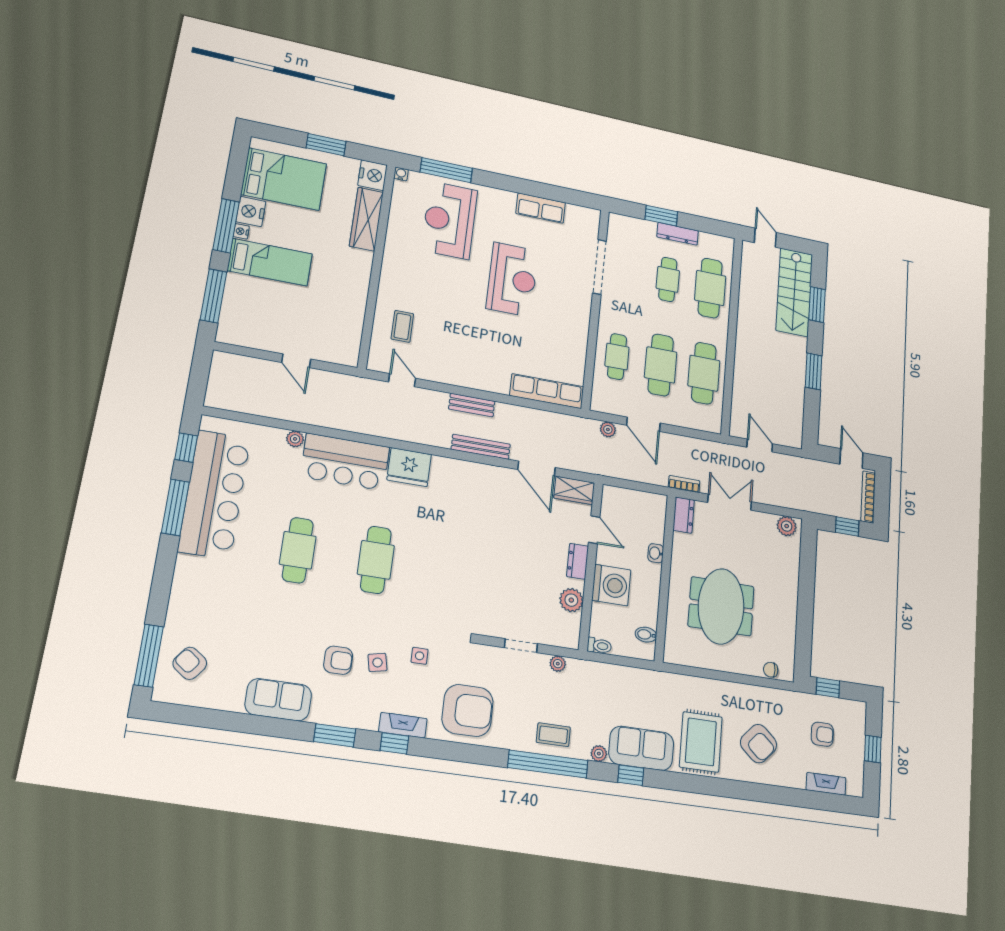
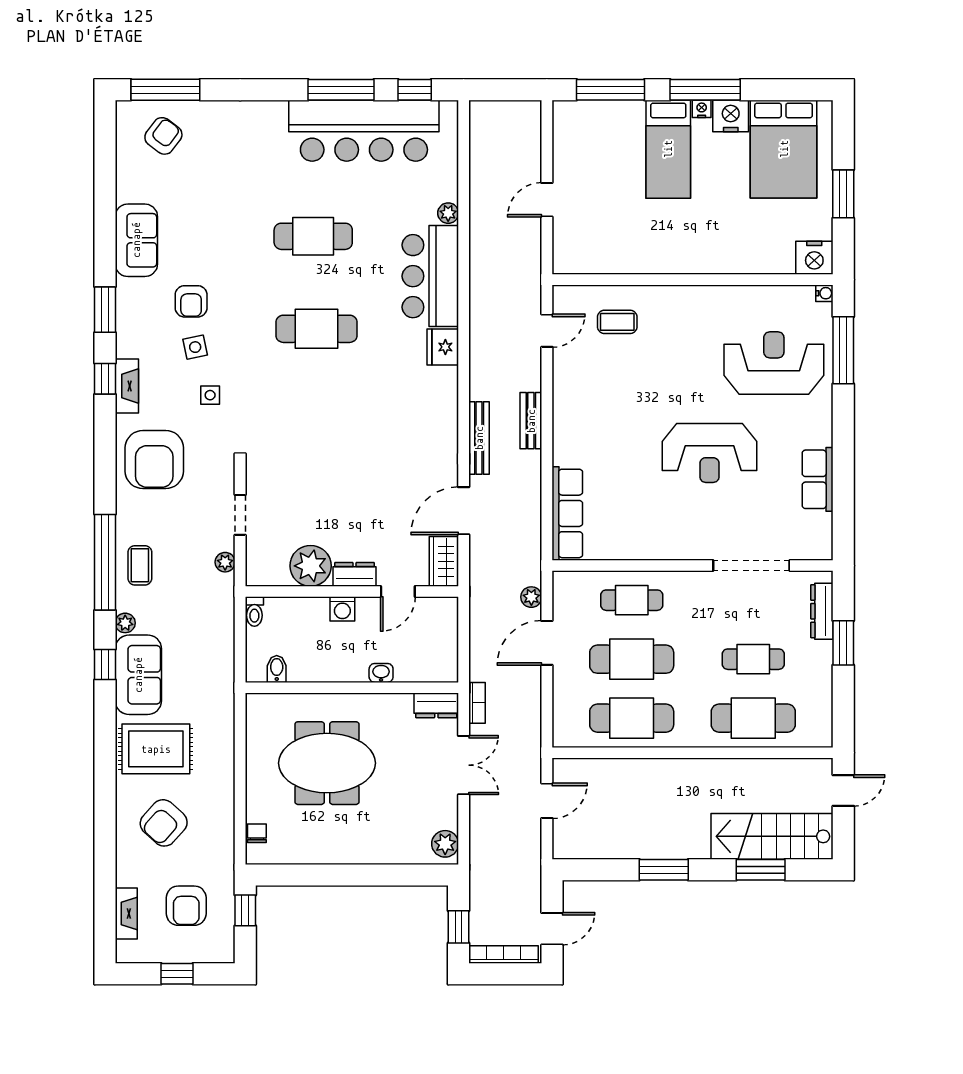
wardrobe: (366, 219) -> (752, 258), removed
dresser: (678, 234) -> (822, 611), moved
fridge: (409, 467) -> (443, 347), width x0.73, depth x0.75
washing machine: (611, 585) -> (342, 609), width x0.53, depth x0.53
plant: (571, 600) -> (311, 566), width x1.36, depth x1.36
armchair: (822, 734) -> (186, 906), width x1.38, depth x1.38

